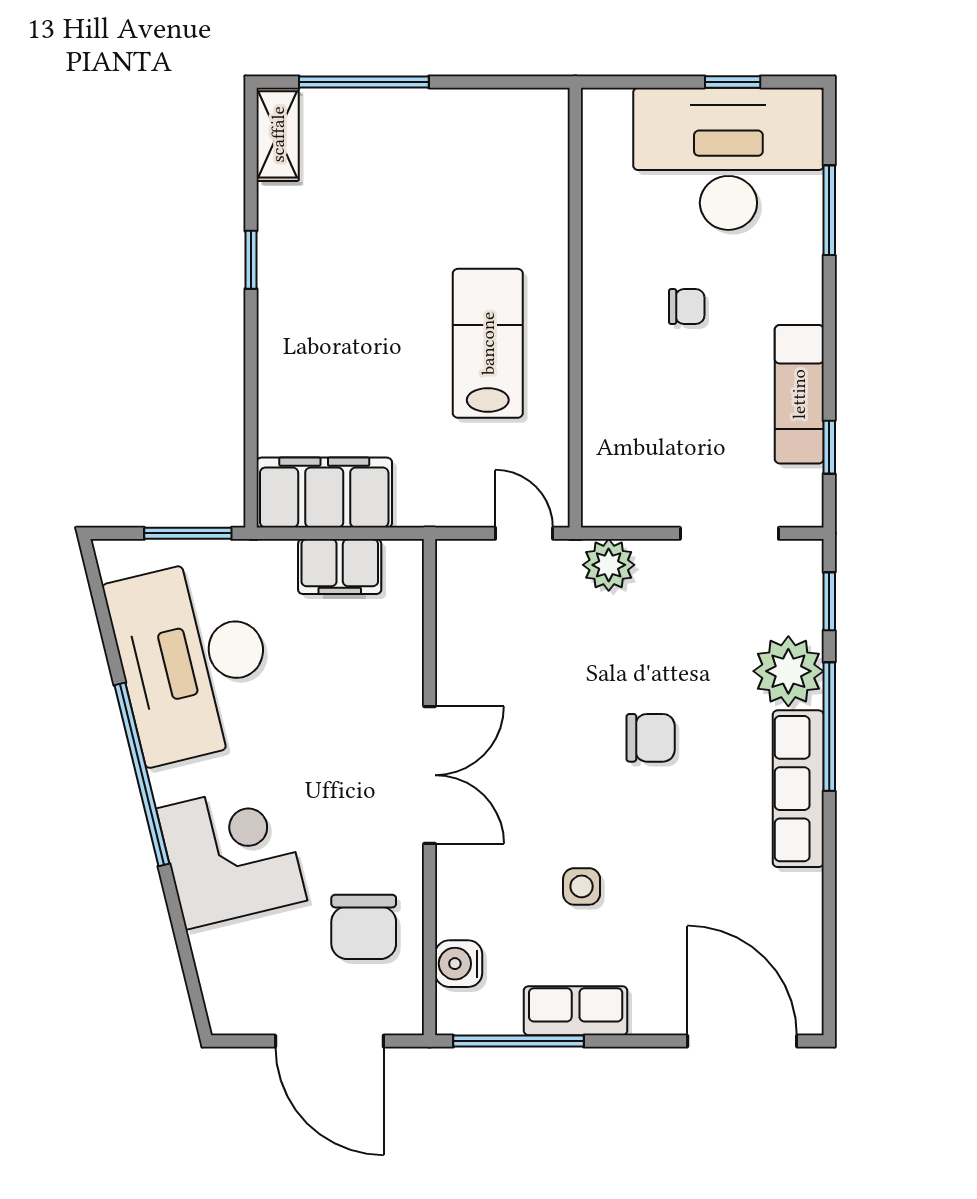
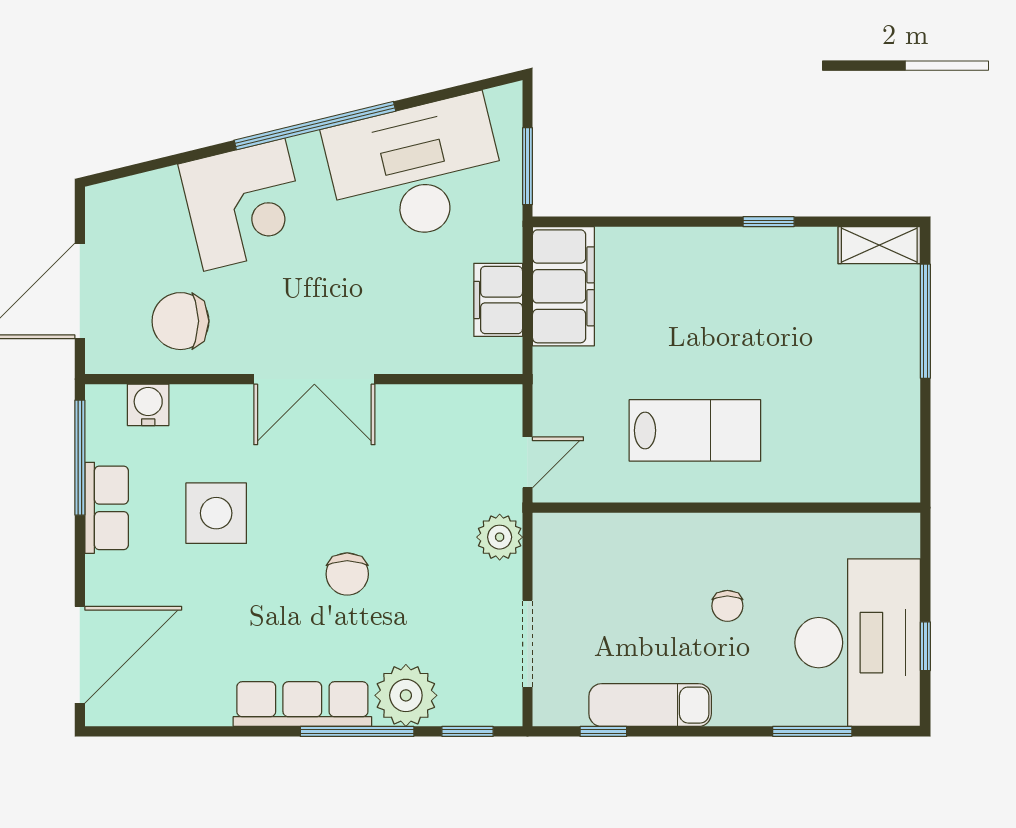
side table: (582, 886) -> (216, 513), width x1.87, depth x1.87

